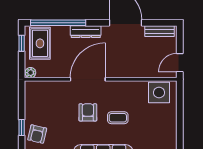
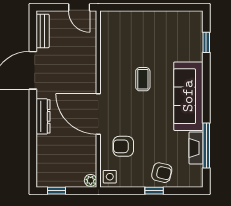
window: (58, 23) -> (33, 148), removed
rug: (40, 43) -> (57, 169), removed
side table: (159, 93) -> (110, 177), moved, width x0.54, depth x0.54
armchair: (88, 112) -> (123, 146), moved

